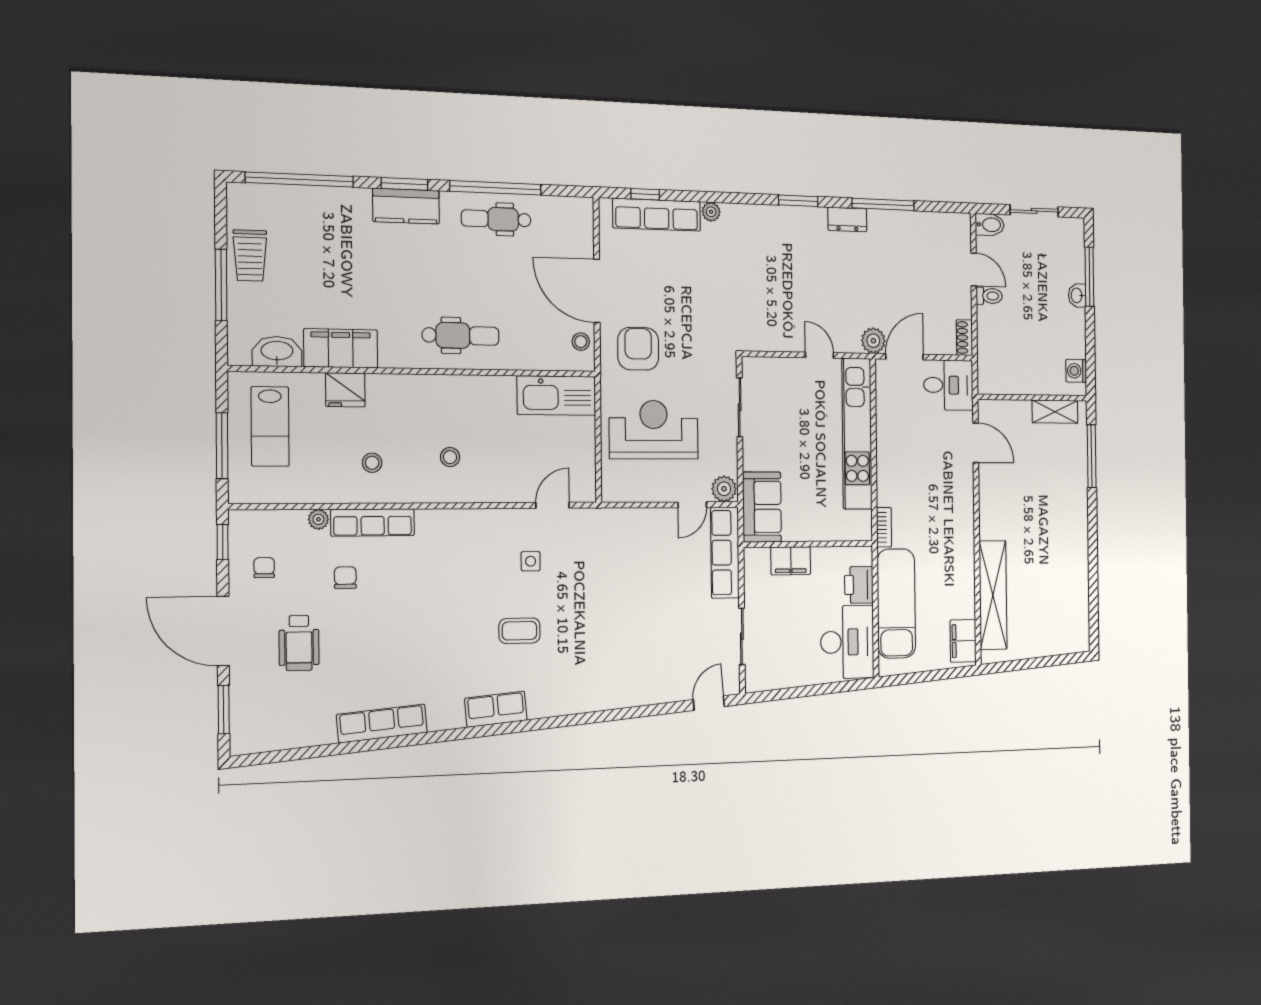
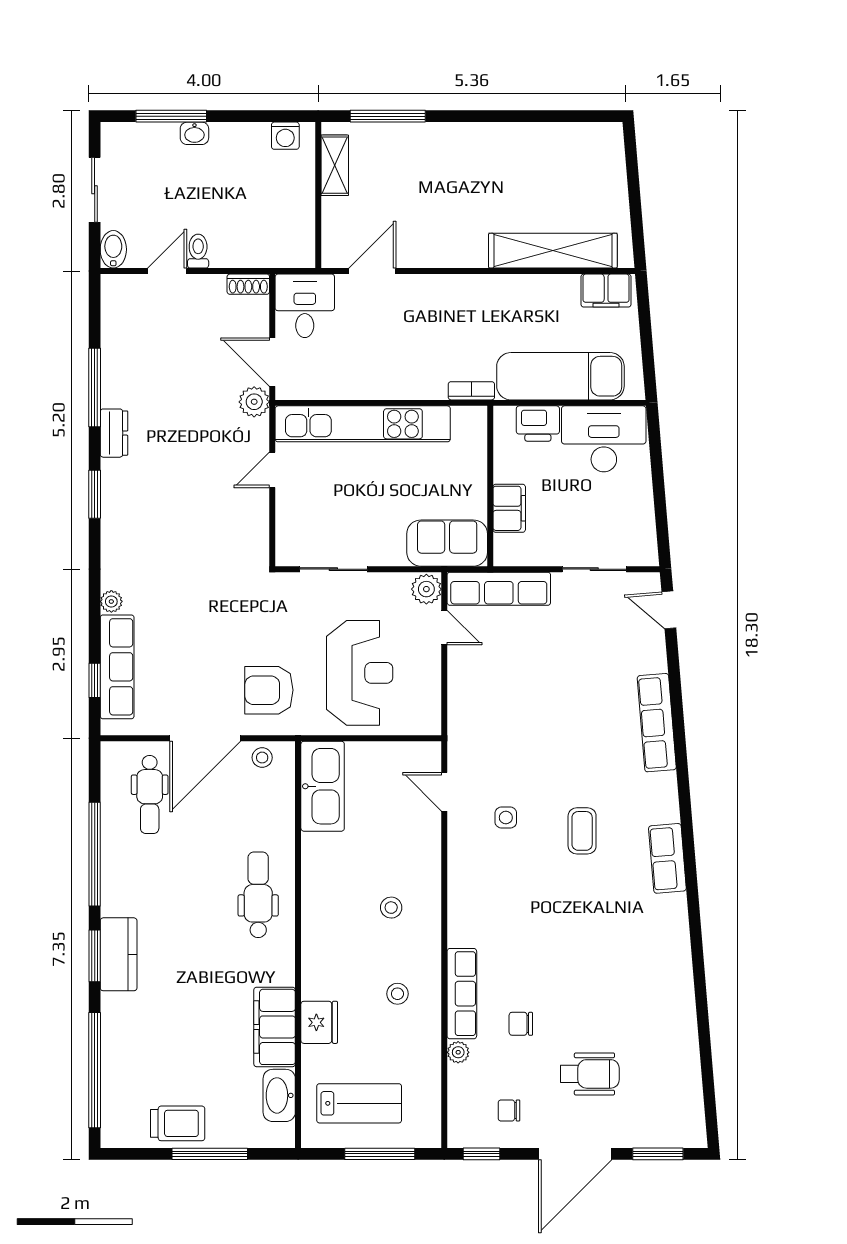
dental chair: (496, 219) -> (150, 795), moved
reception desk: (654, 430) -> (360, 673), turned 180
row of seats: (382, 723) -> (657, 723), moved

